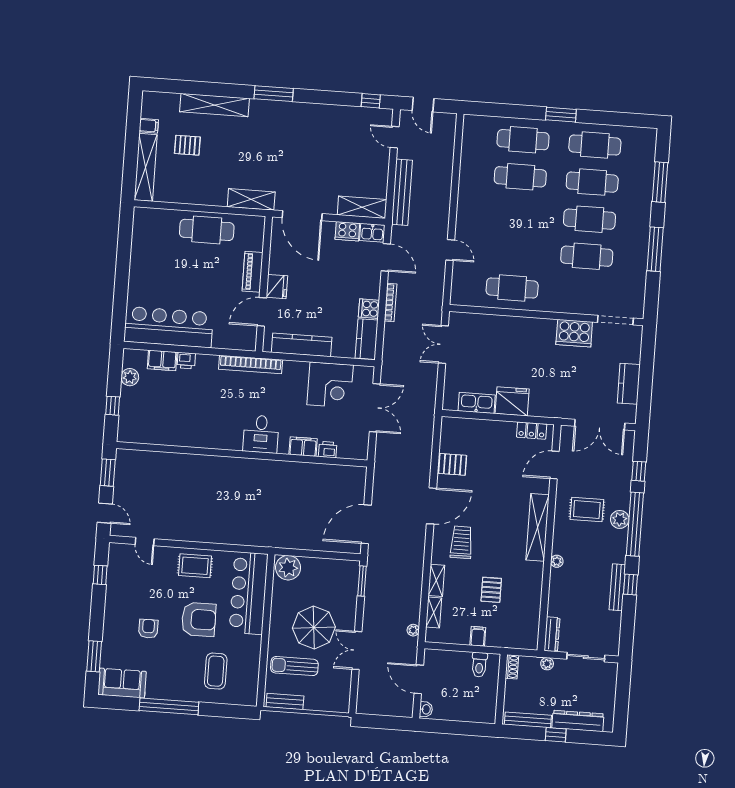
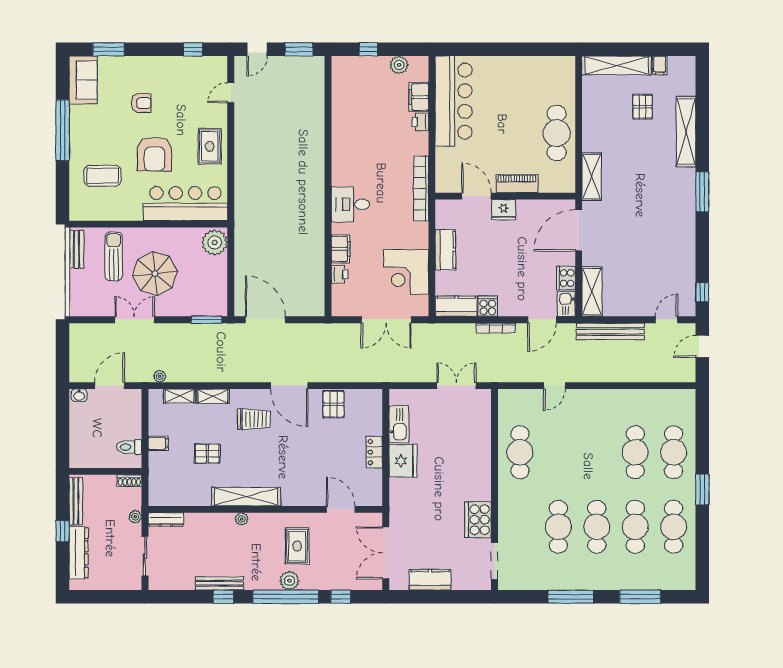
kitchen counter: (302, 345) -> (445, 250), width x0.67
locker: (532, 431) -> (374, 452), moved
shelving: (538, 527) -> (246, 497), moved

